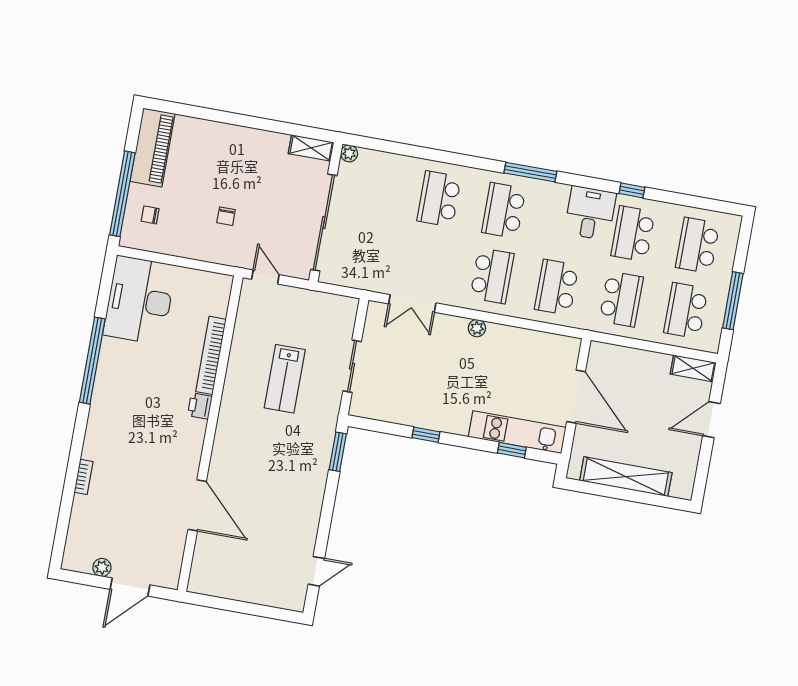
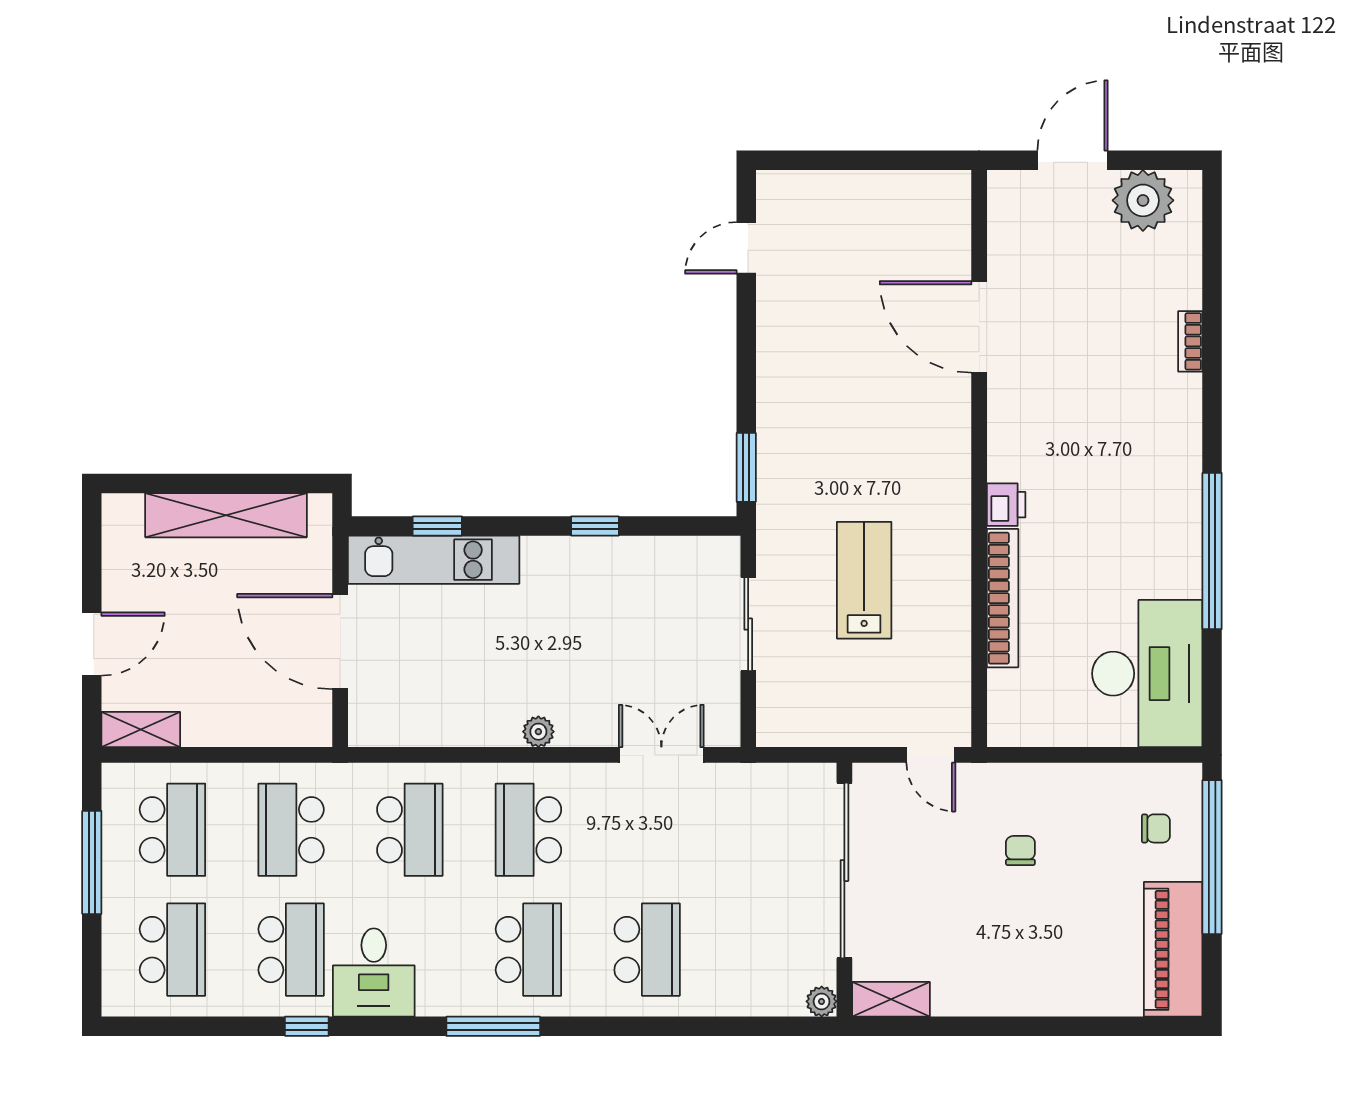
plant: (102, 567) -> (1143, 200), width x1.87, depth x1.87

